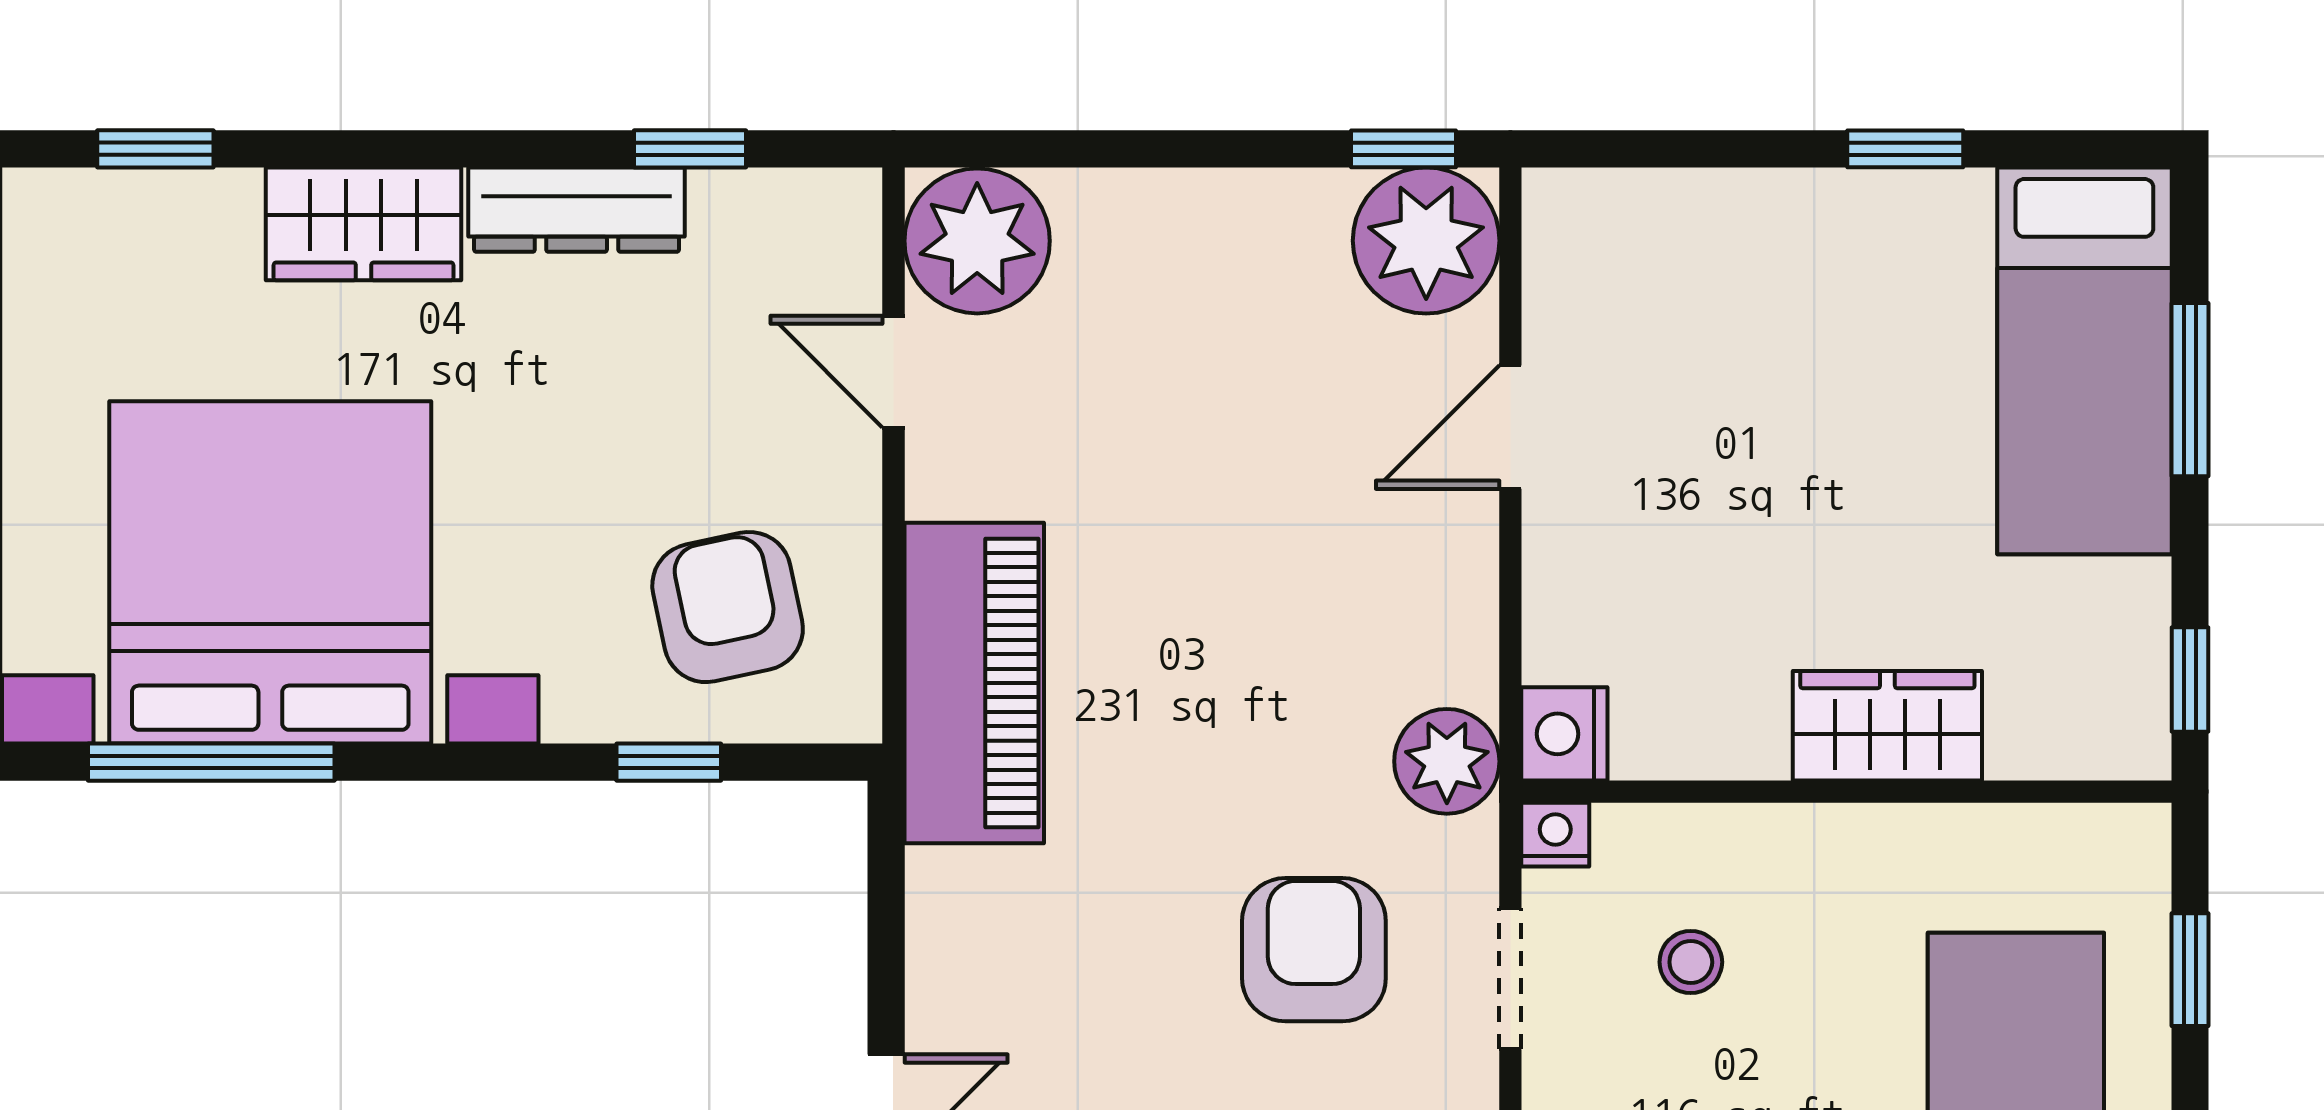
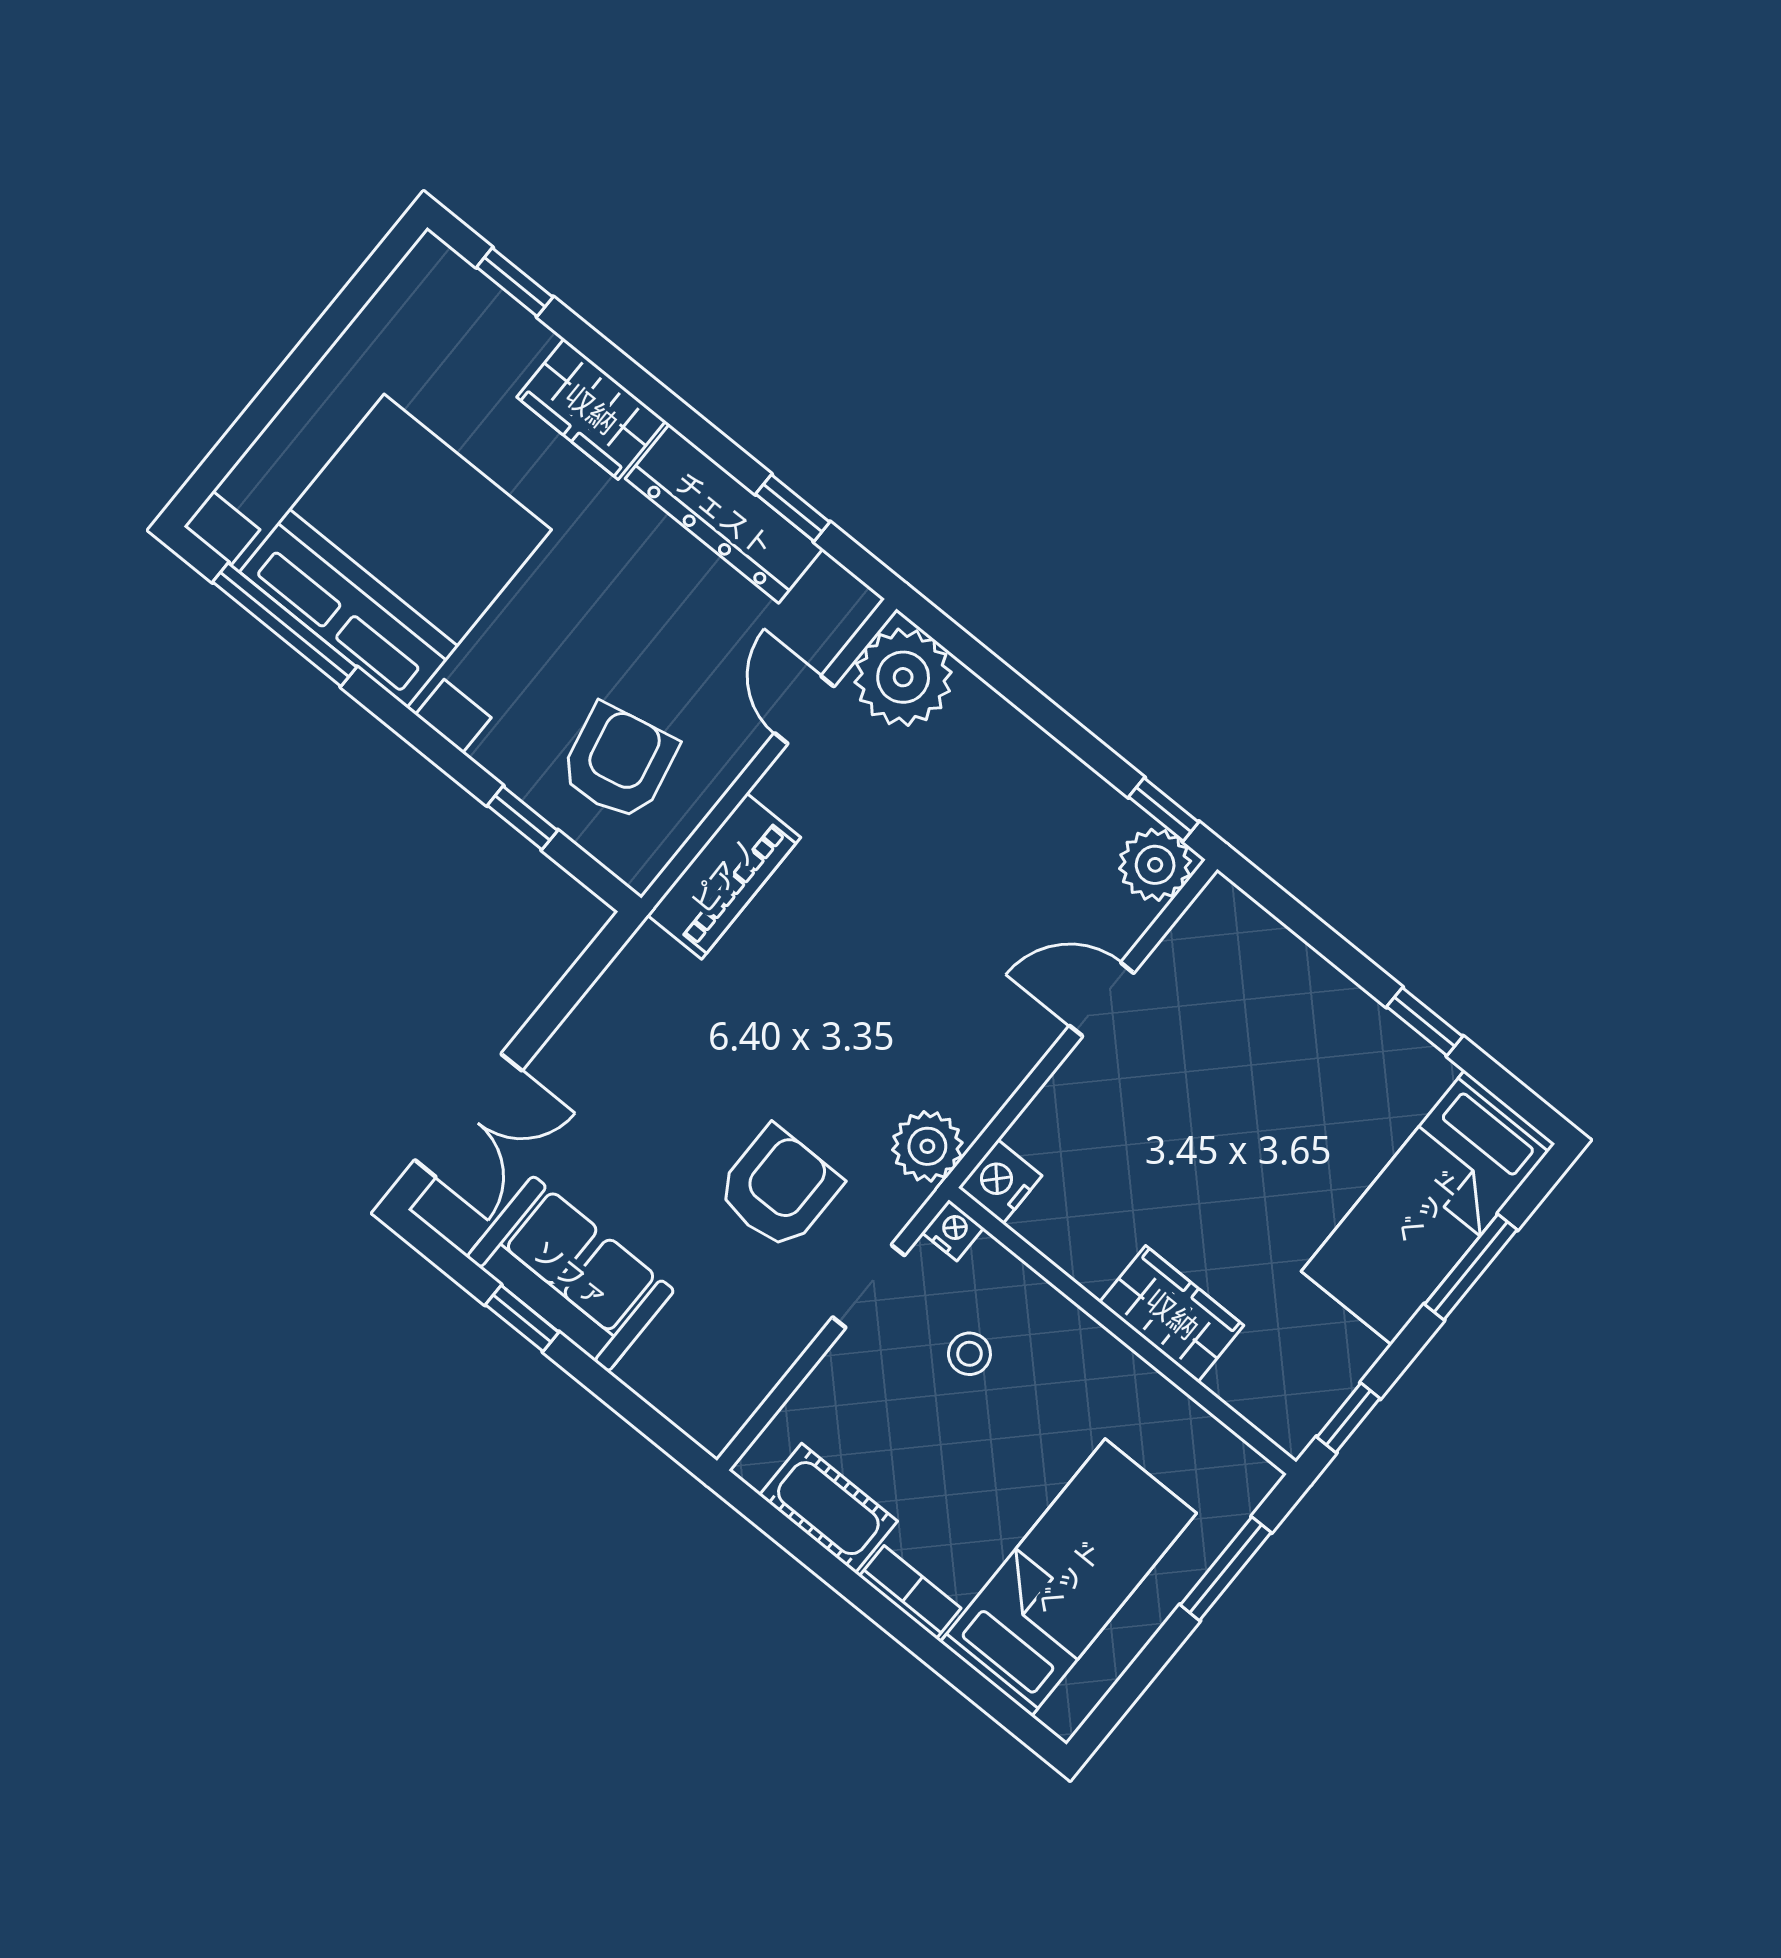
dresser: (577, 210) -> (724, 514), width x1.37, depth x1.24
plant: (1426, 241) -> (1155, 865), width x0.73, depth x0.73
piano: (974, 683) -> (724, 876), width x0.73, depth x0.75
window: (2190, 970) -> (1226, 1569), width x1.50

